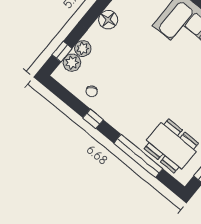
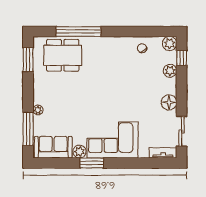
plant: (72, 63) -> (170, 44), moved
window: (93, 119) -> (127, 32), removed

